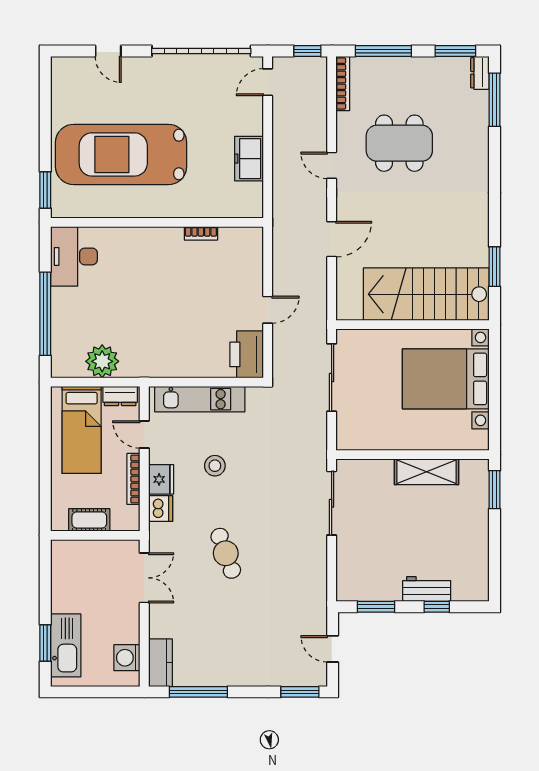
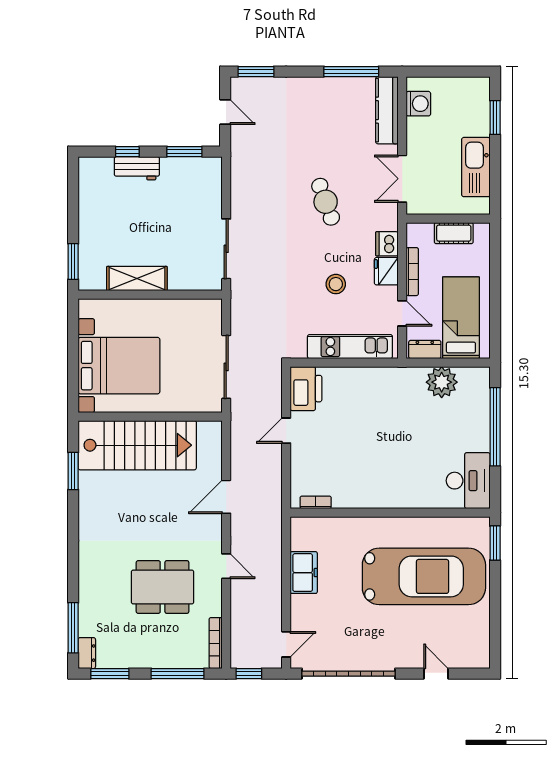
bookcase: (201, 233) -> (316, 502), moved
kitchen sink: (66, 645) -> (476, 167), moved
kitchen counter: (160, 663) -> (387, 110), width x1.50

